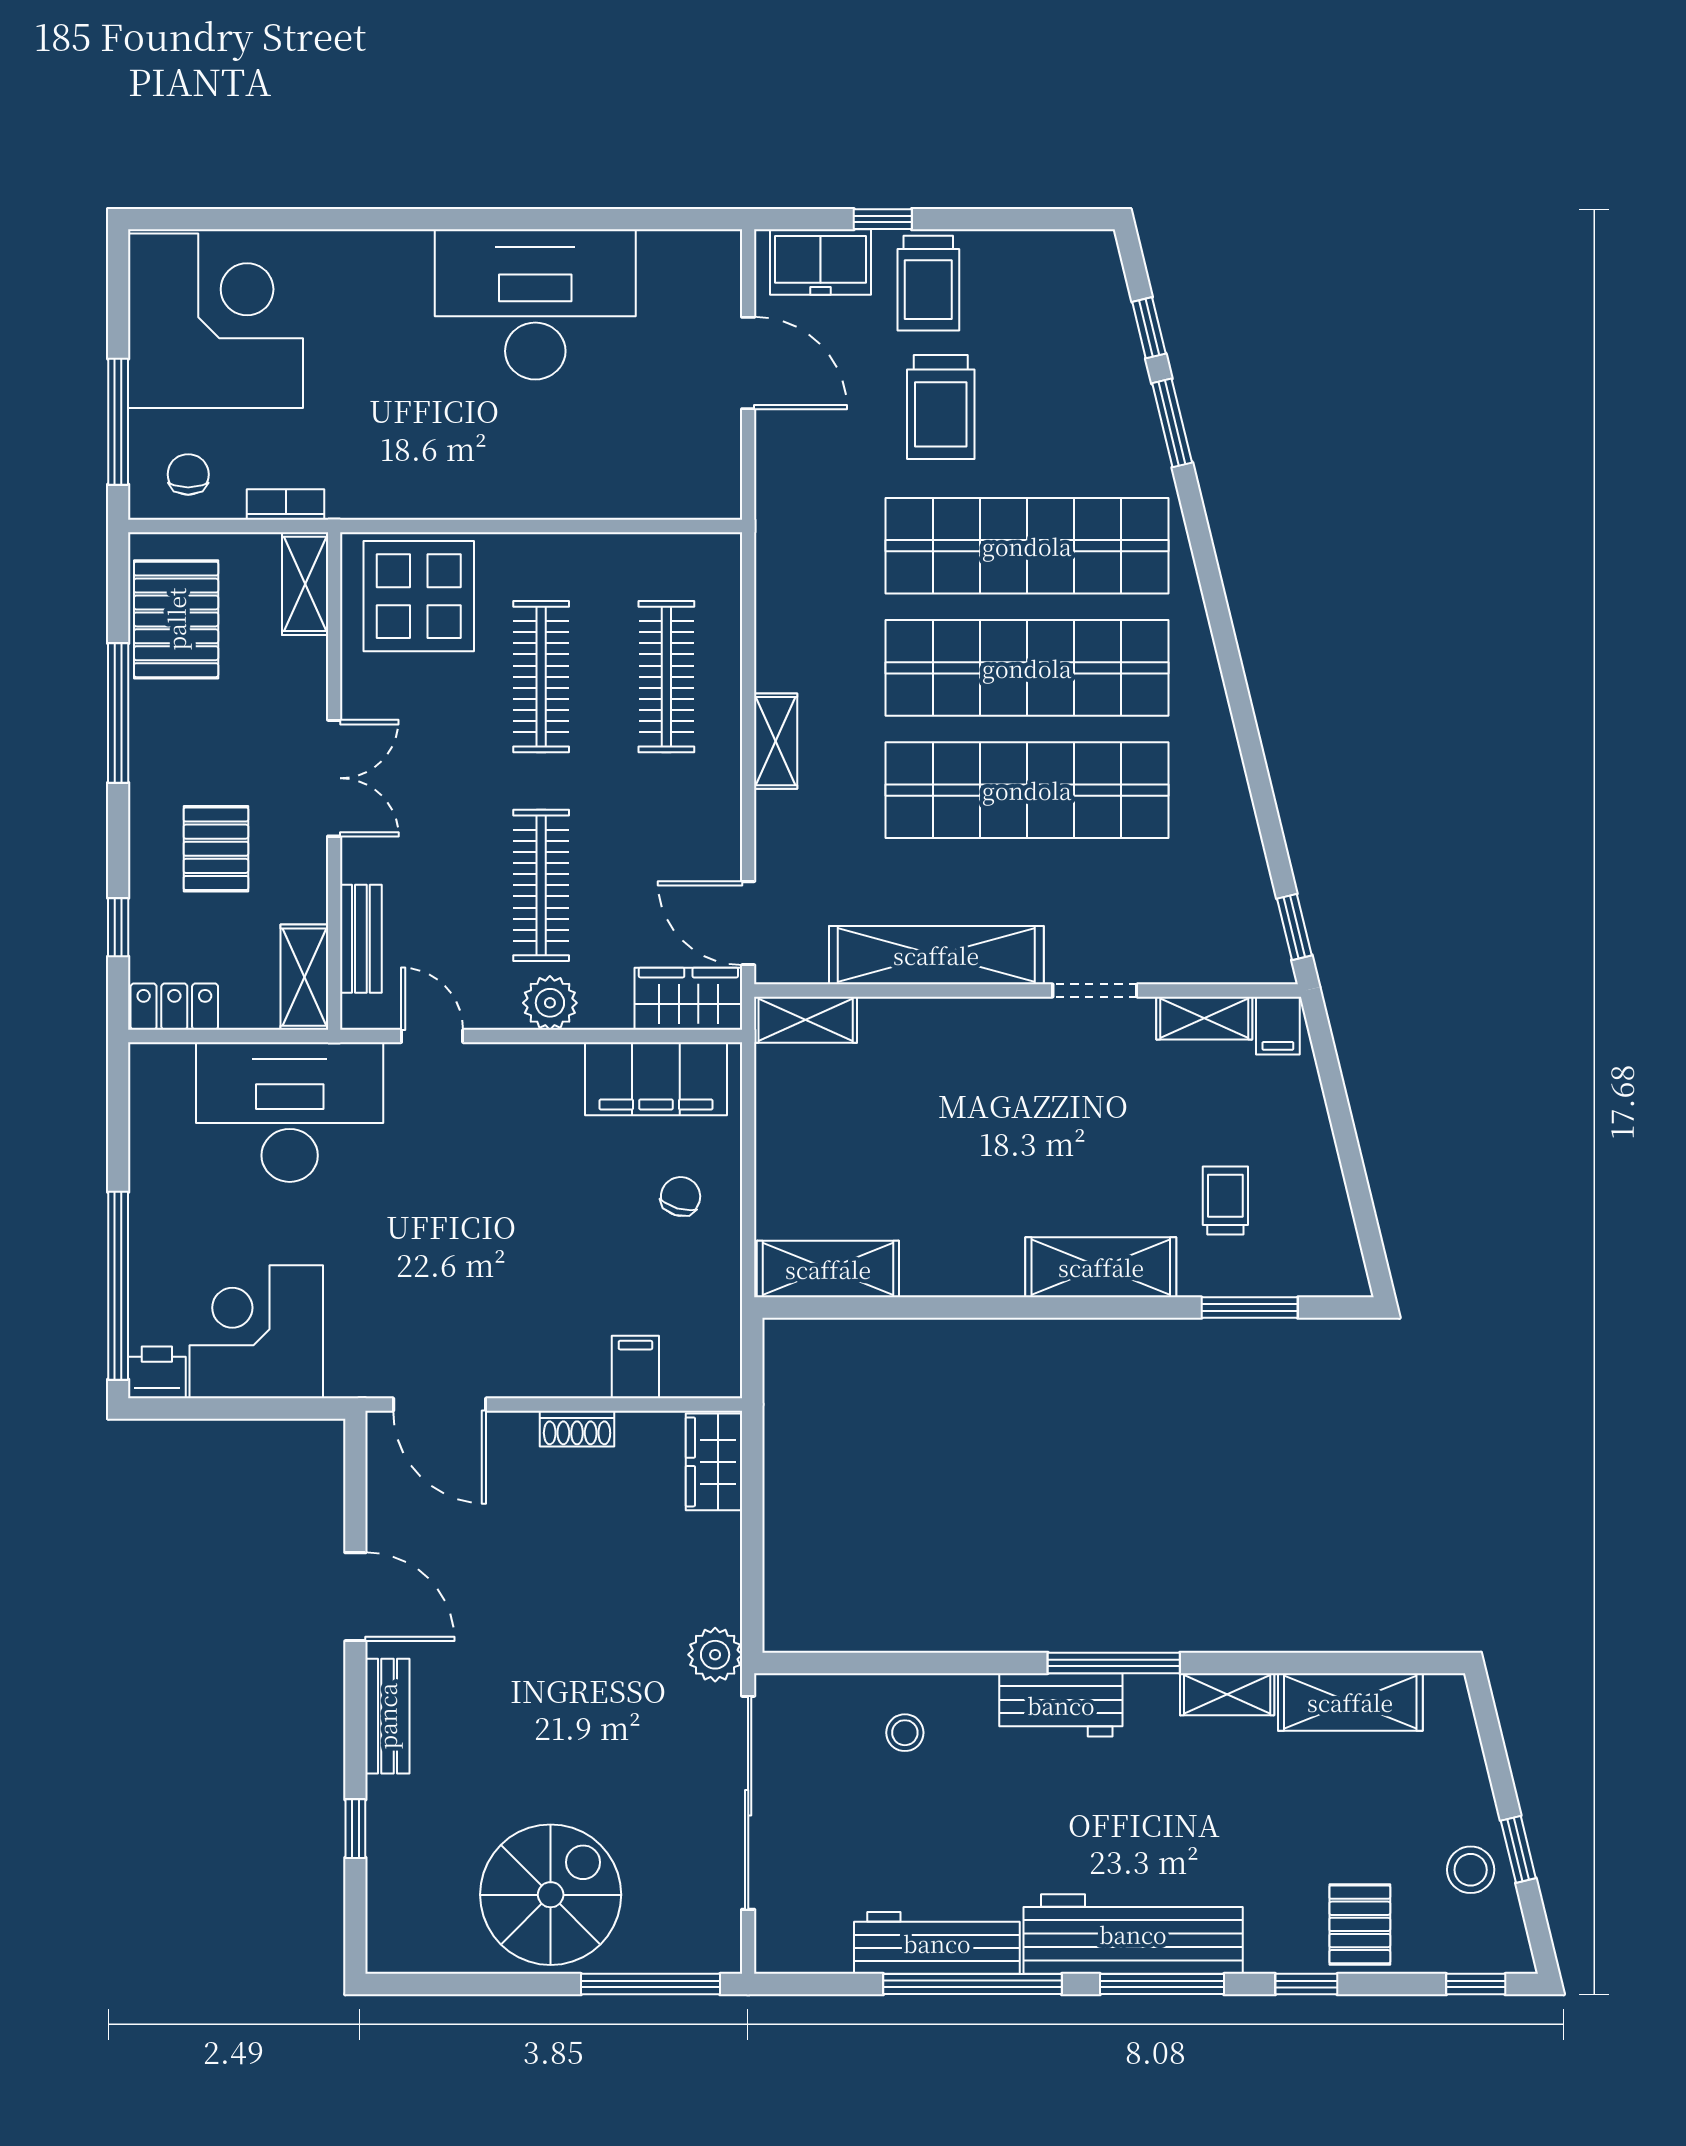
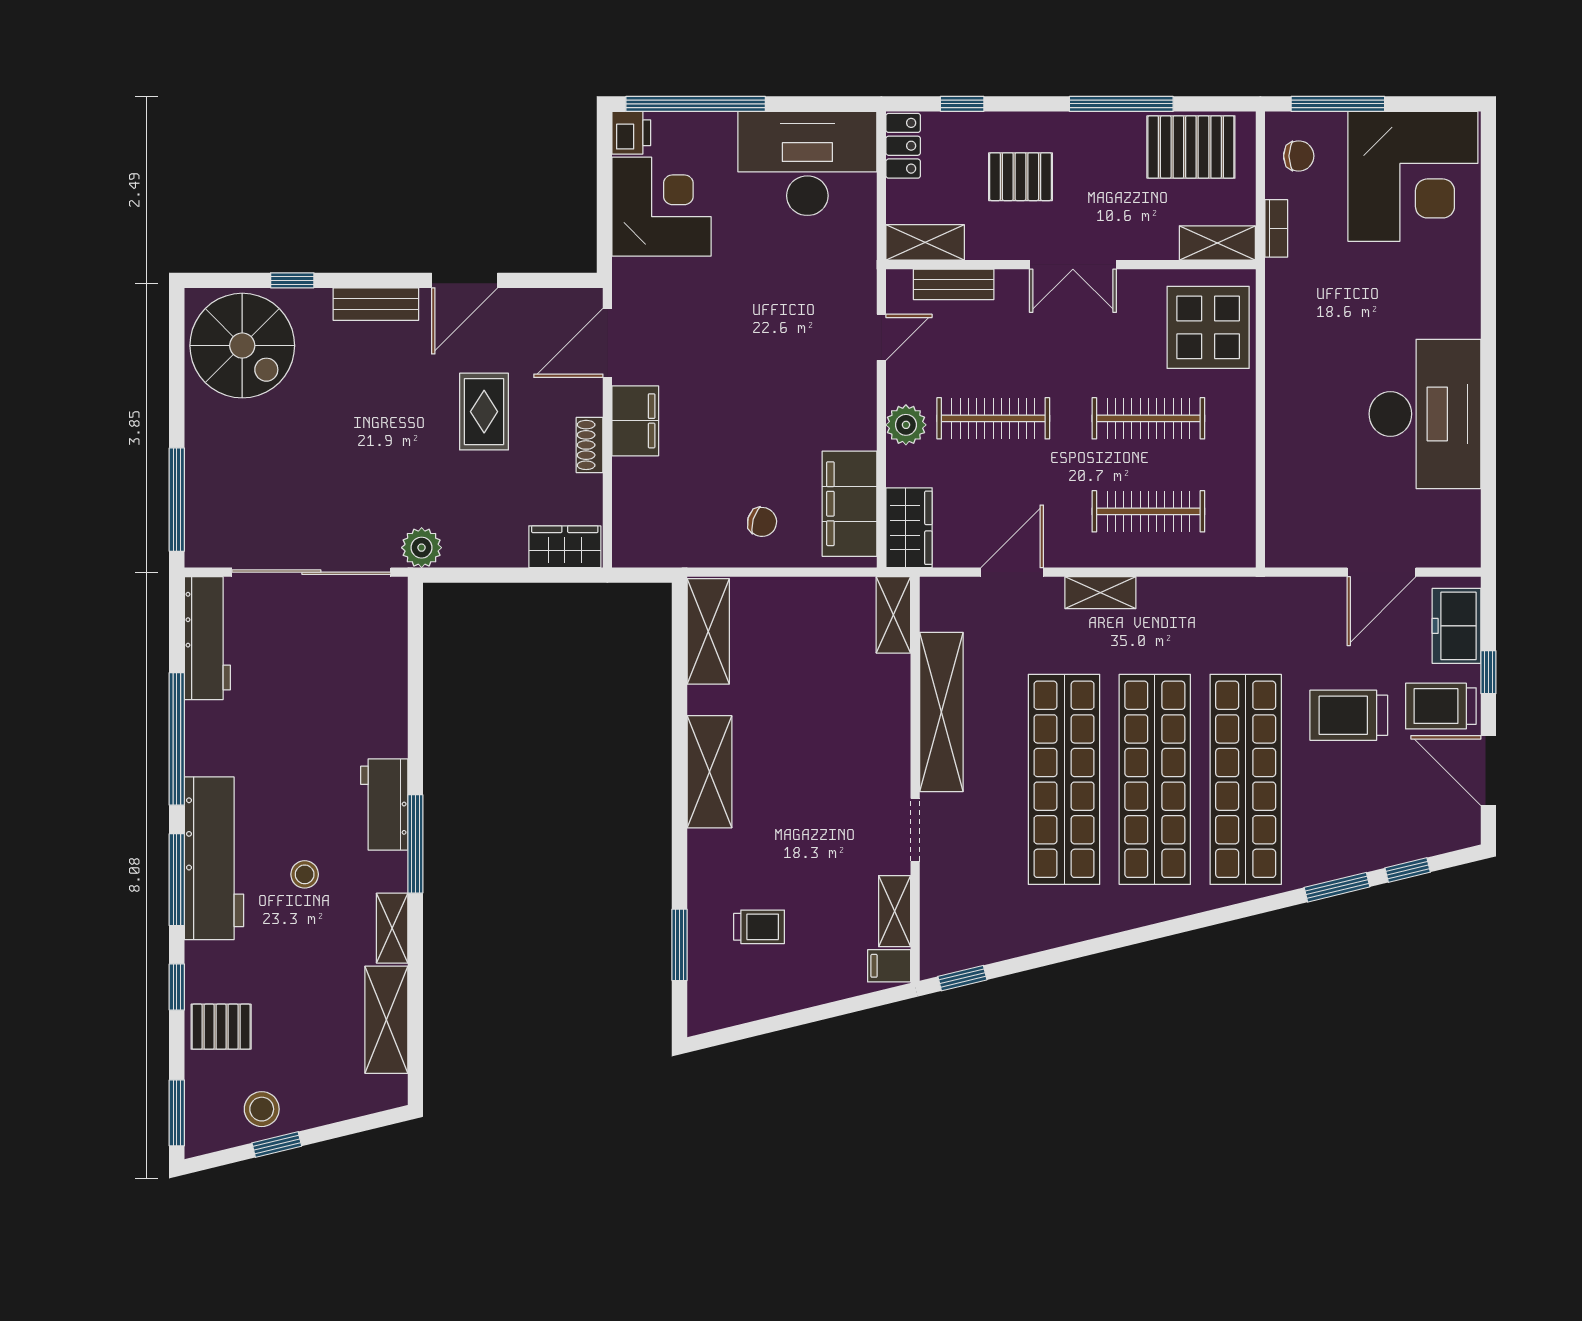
door: (1015, 219) -> (1488, 771), added
door: (748, 923) -> (1012, 572), moved
desk: (290, 1112) -> (807, 163), moved, turned -90
shelving: (1101, 1267) -> (709, 772), moved
filing cabinet: (635, 1367) -> (635, 421), moved, width x2.00
rug: (532, 1571) -> (484, 412), added
stool: (905, 1733) -> (305, 874), moved
spiral stairs: (551, 1895) -> (242, 346), moved
workbench: (937, 1943) -> (207, 638), moved
window: (1476, 1984) -> (177, 1113), width x1.50

